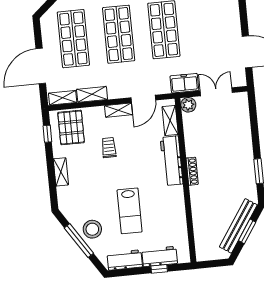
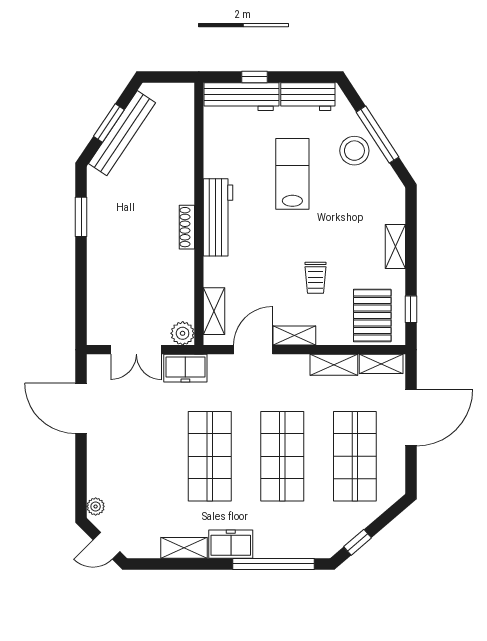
workbench: (172, 161) -> (218, 217), moved
workbench: (160, 257) -> (242, 97), width x1.37

